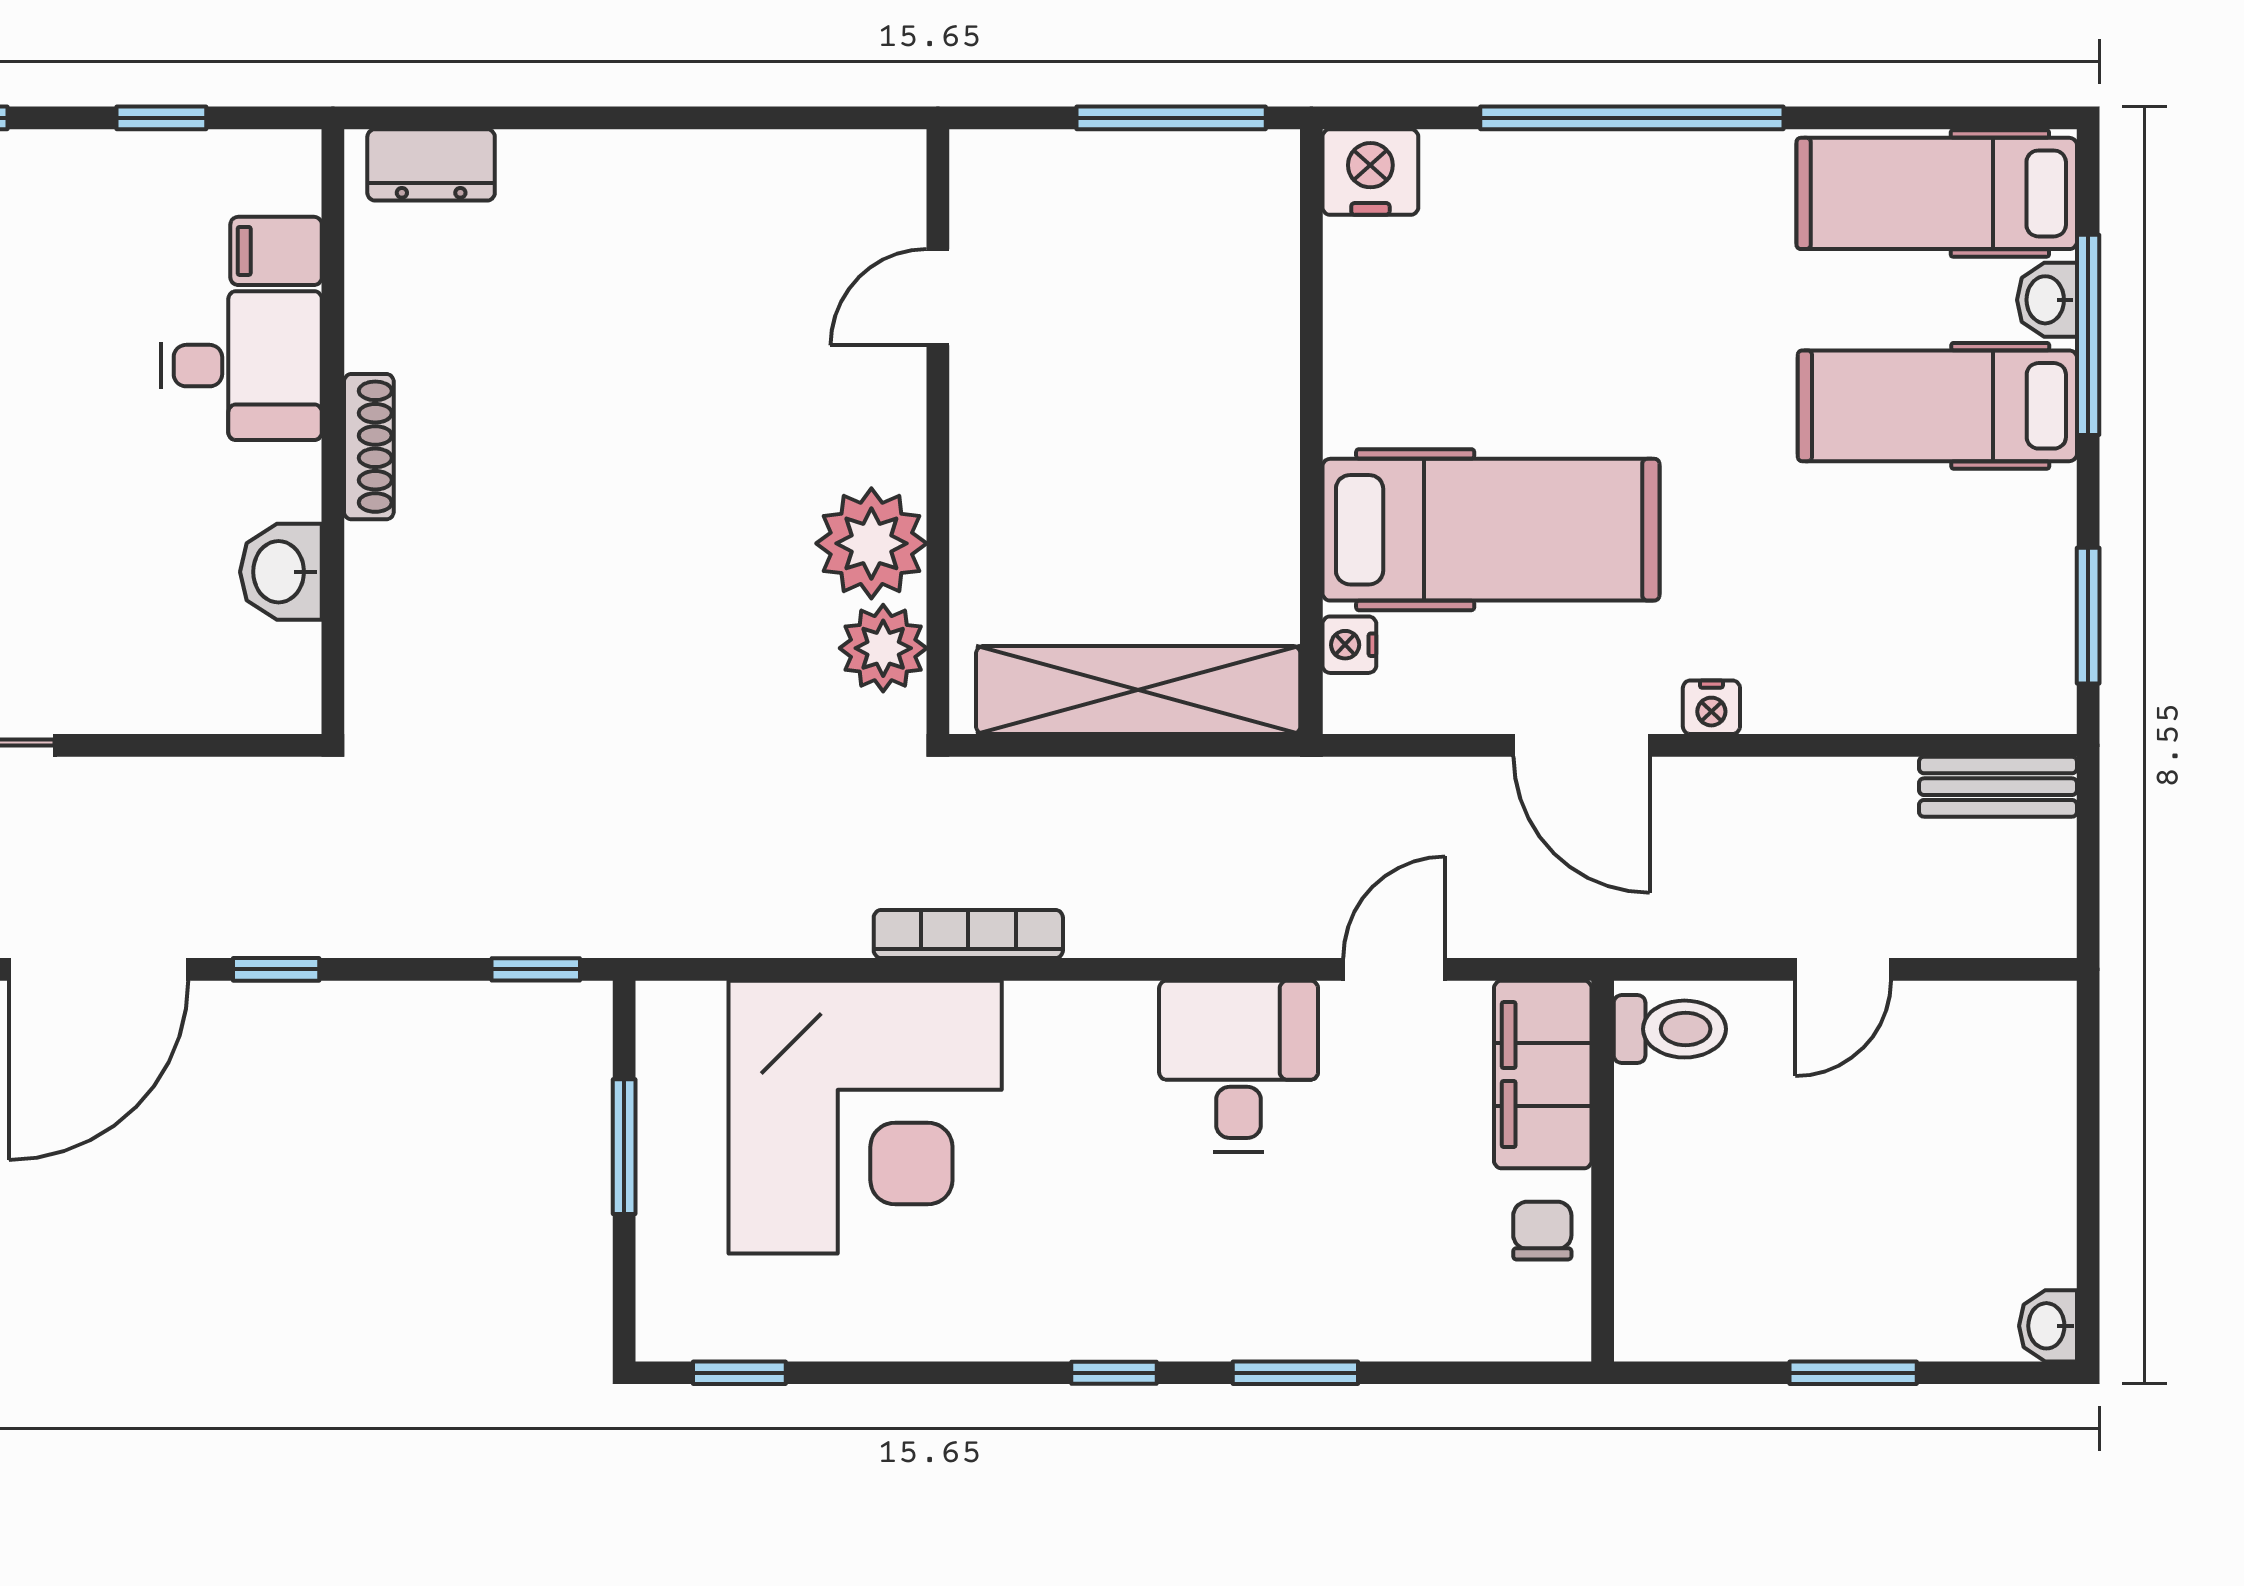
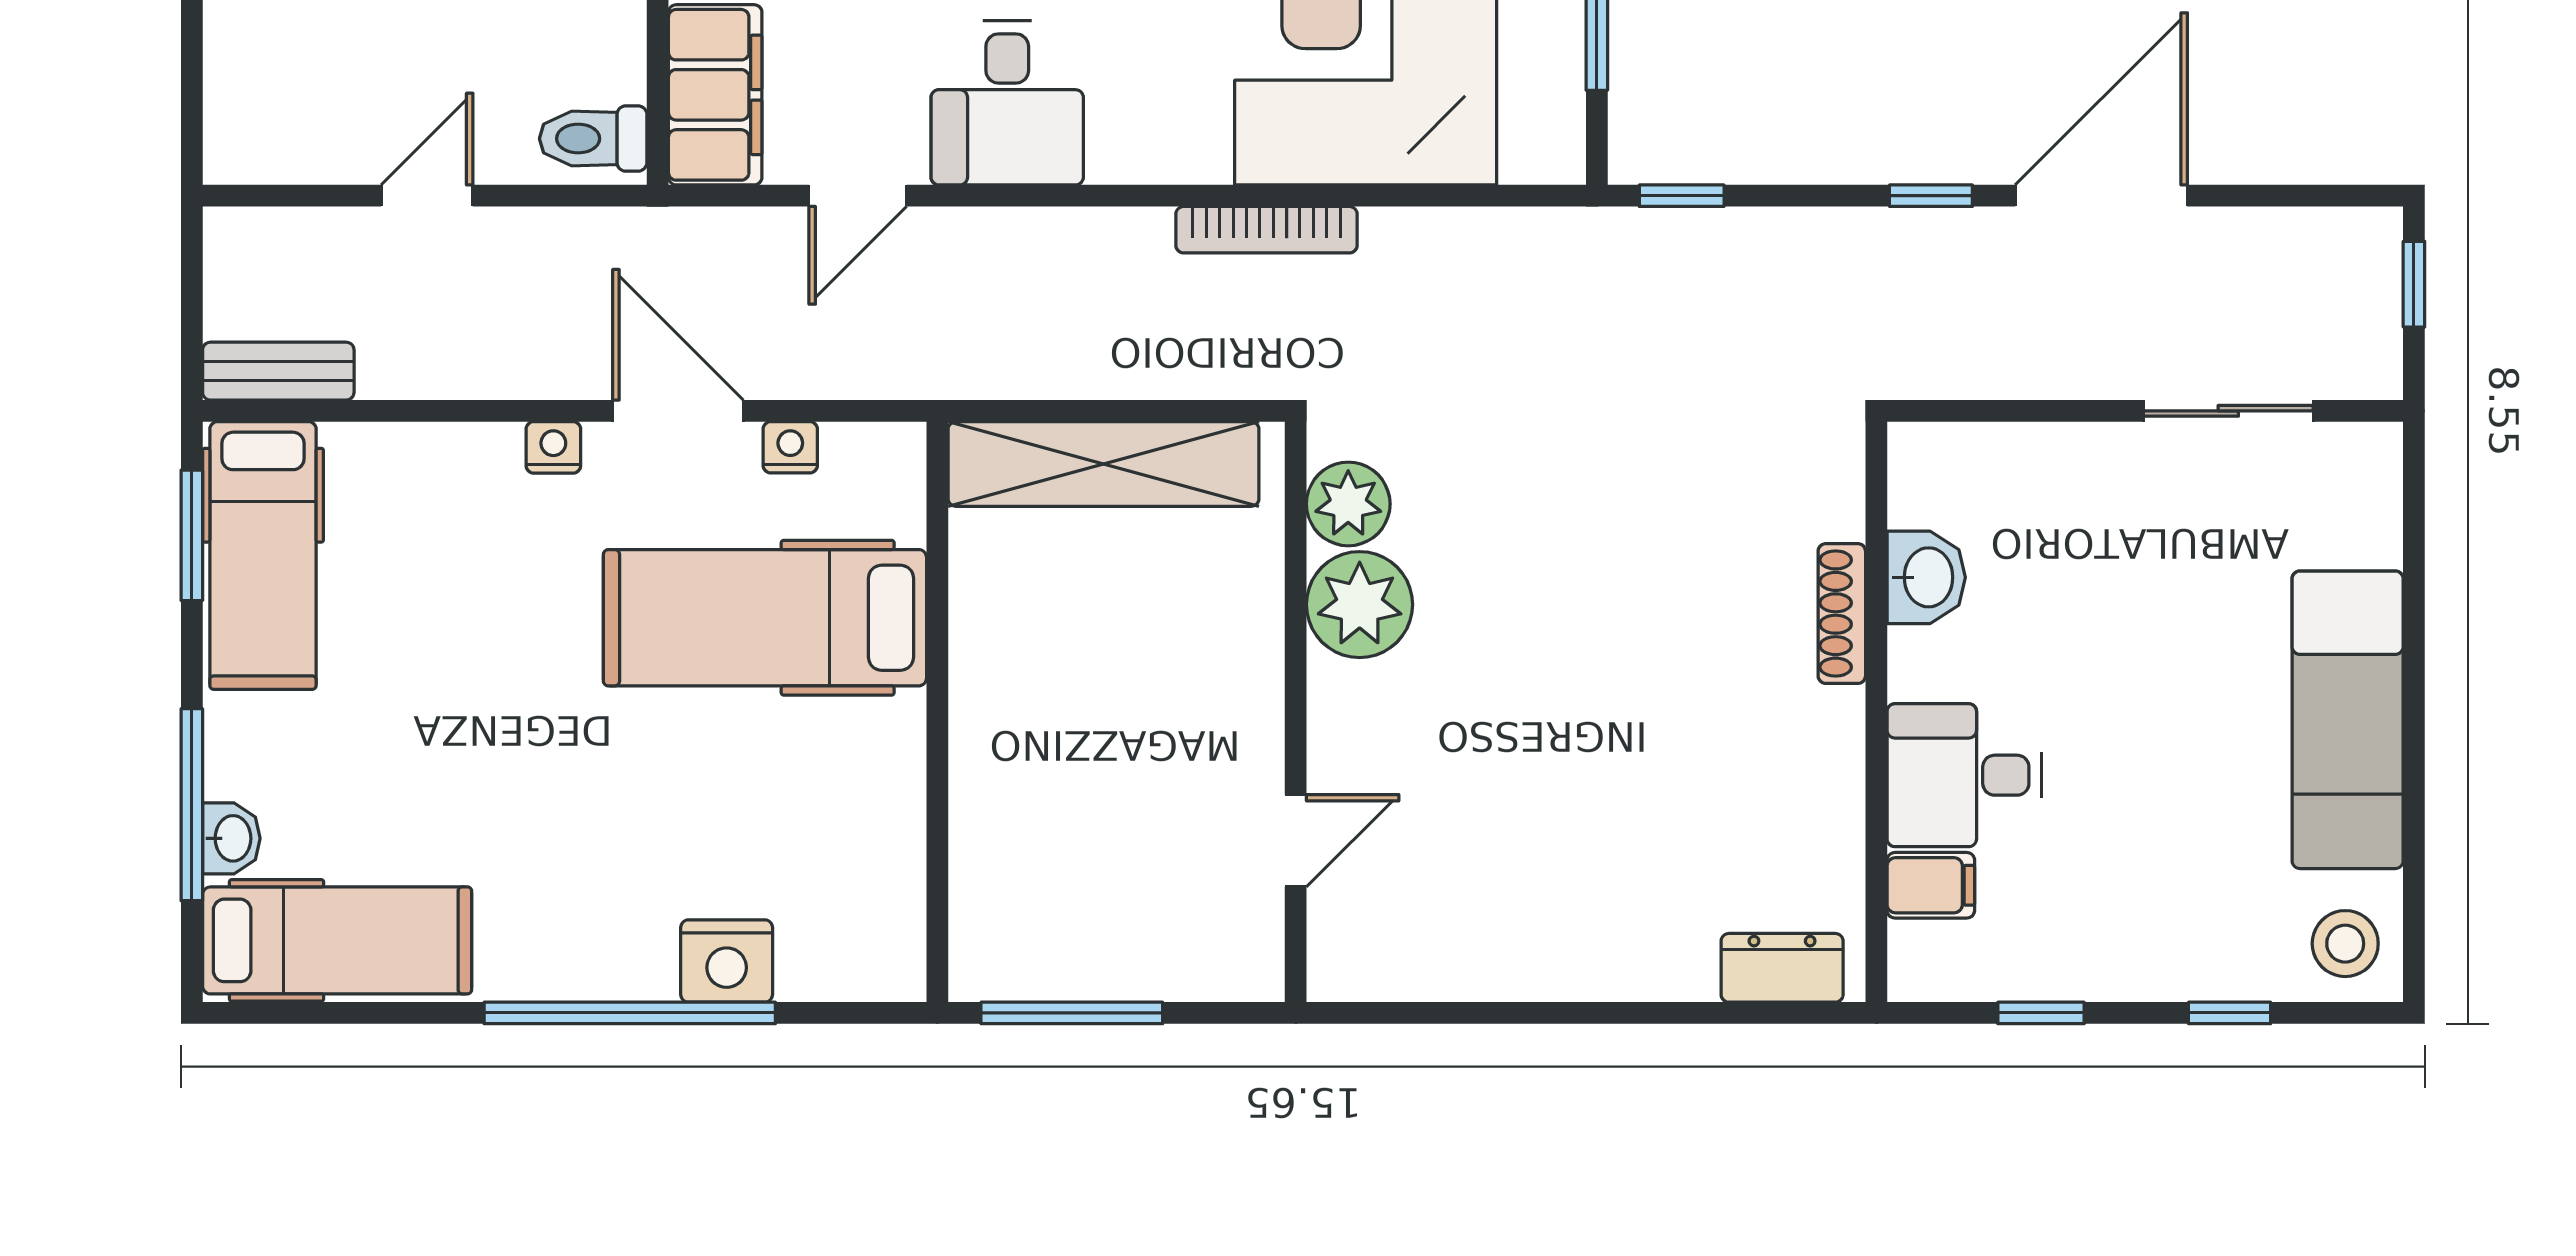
nightstand: (1370, 172) -> (727, 961), moved
hospital bed: (1937, 406) -> (263, 555), moved, turned 90
shoe rack: (369, 447) -> (1842, 614), moved
nightstand: (1349, 645) -> (790, 447), moved, turned -90

